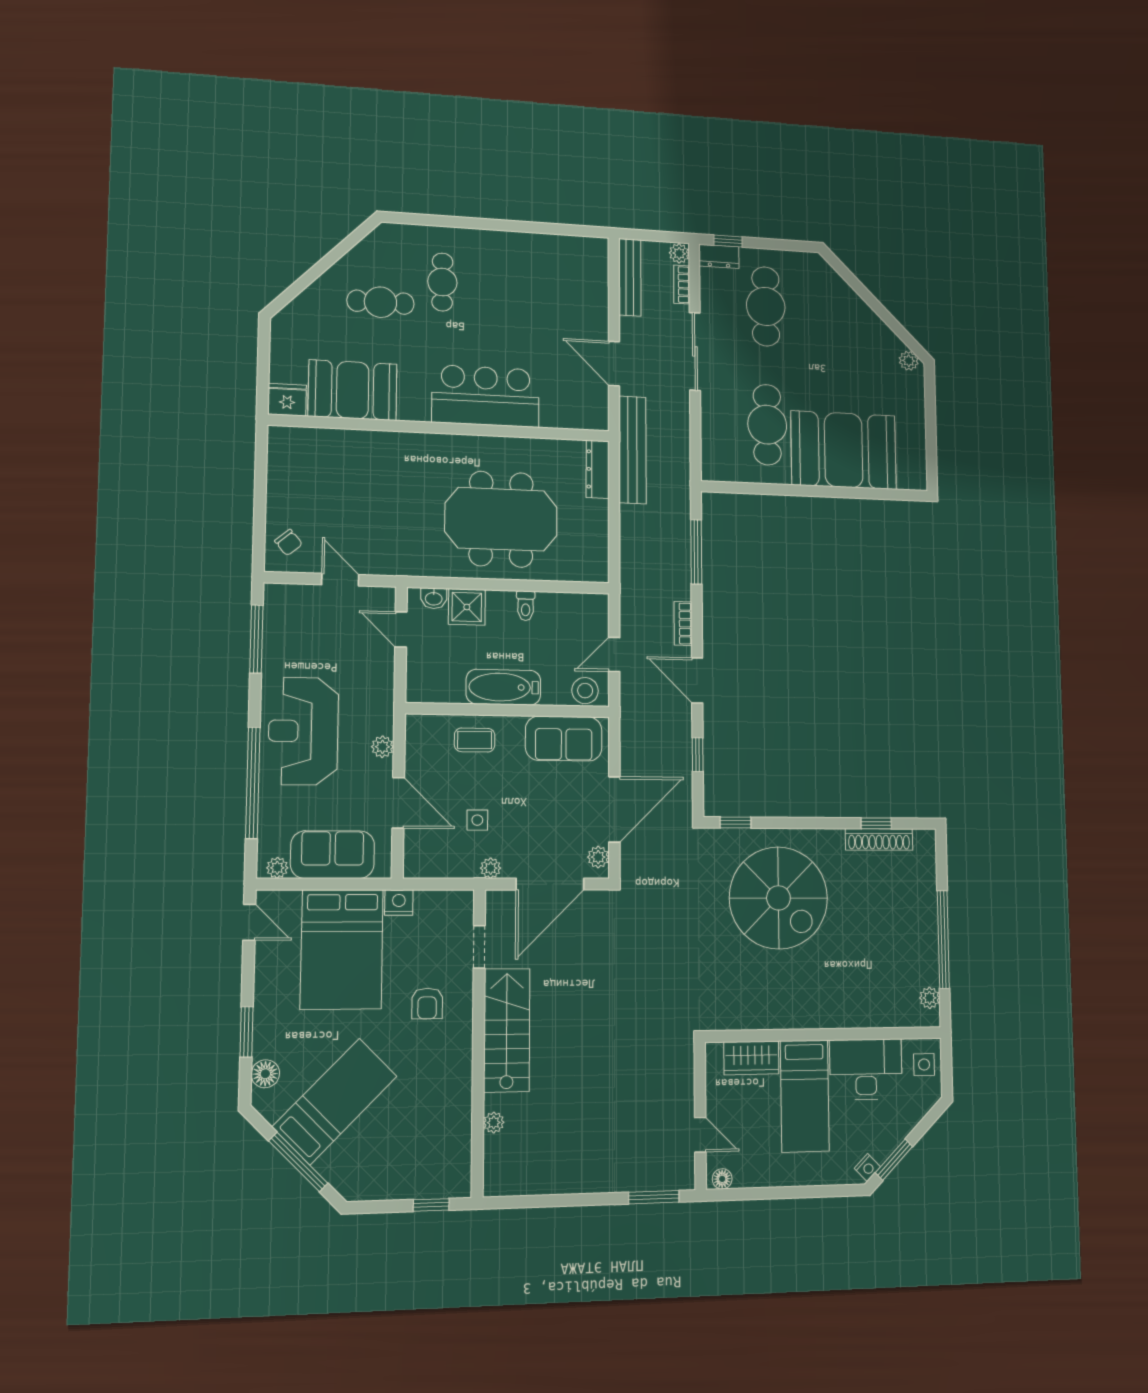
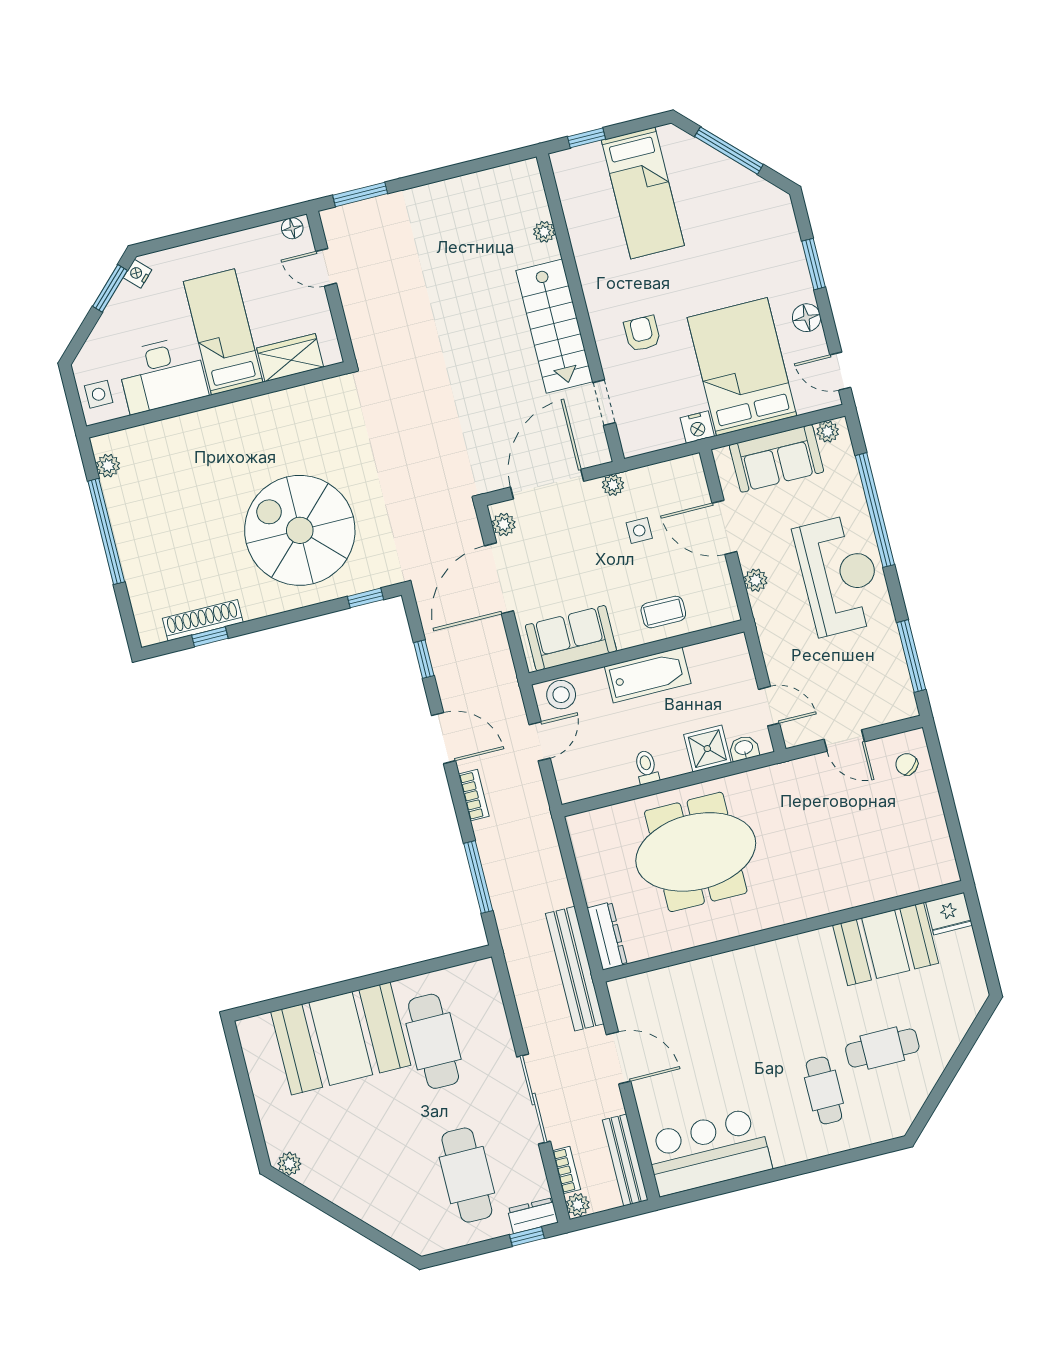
bar counter: (486, 396) -> (708, 1152), moved, turned 180
floor lamp: (265, 1074) -> (807, 318), moved
bed: (335, 1101) -> (643, 193), moved, turned -45

